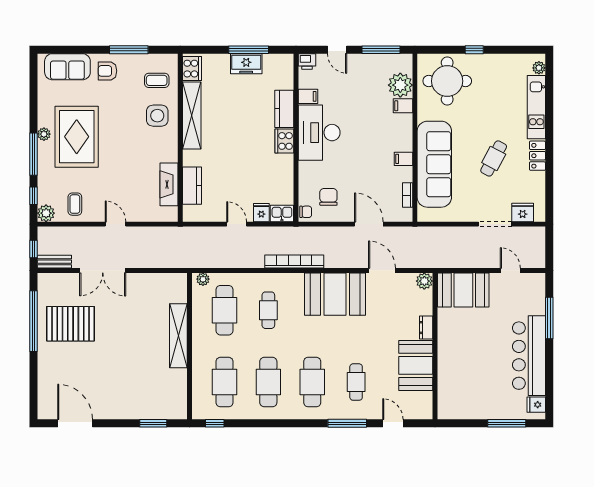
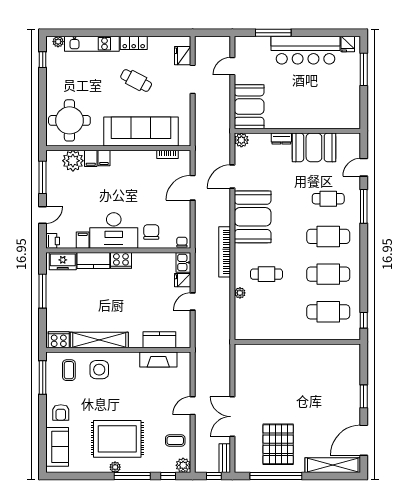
window: (129, 50) -> (43, 377), moved
window: (474, 50) -> (43, 60), moved
freezer: (246, 64) -> (63, 261), moved, turned 90
filing cabinet: (403, 159) -> (104, 158), moved
chair: (328, 197) -> (151, 232), moved, turned 90
double door: (103, 270) -> (232, 417), swing flipped
plant: (203, 279) -> (240, 293), moved
cafe table: (225, 310) -> (266, 312), removed
shelving: (178, 336) -> (333, 465), moved
window: (153, 423) -> (364, 396), moved

